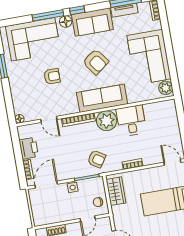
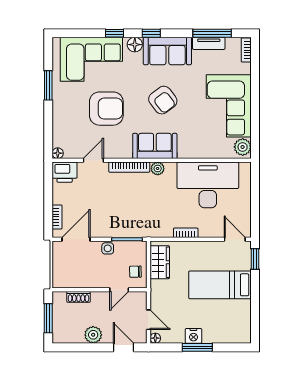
window: (48, 15) -> (114, 33), width x0.46
armchair: (52, 76) -> (106, 109), width x1.88, depth x1.88
sofa: (102, 98) -> (155, 146), width x0.73
door: (49, 119) -> (93, 160), swing flipped
plant: (107, 121) -> (158, 168), width x0.53, depth x0.53
desk: (131, 121) -> (208, 185), width x1.87, depth x1.30
printer: (29, 148) -> (65, 172), moved, turned 90
armchair: (97, 159) -> (143, 219), removed

